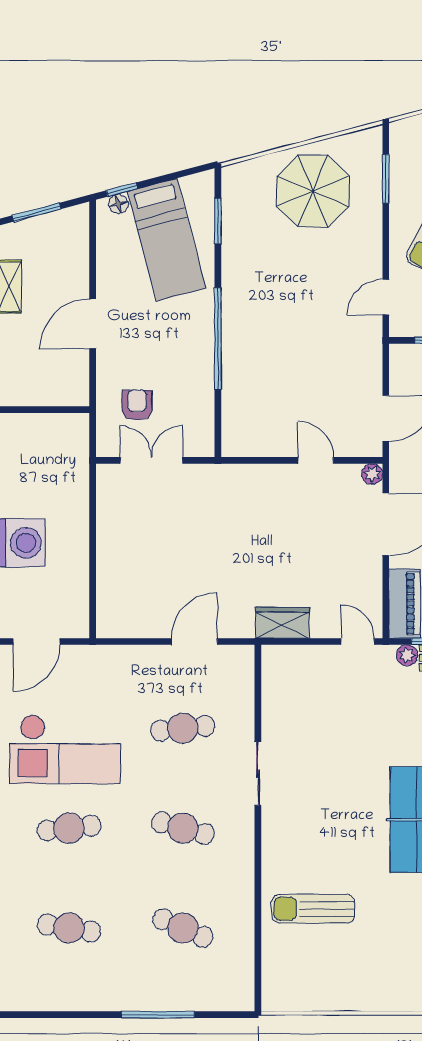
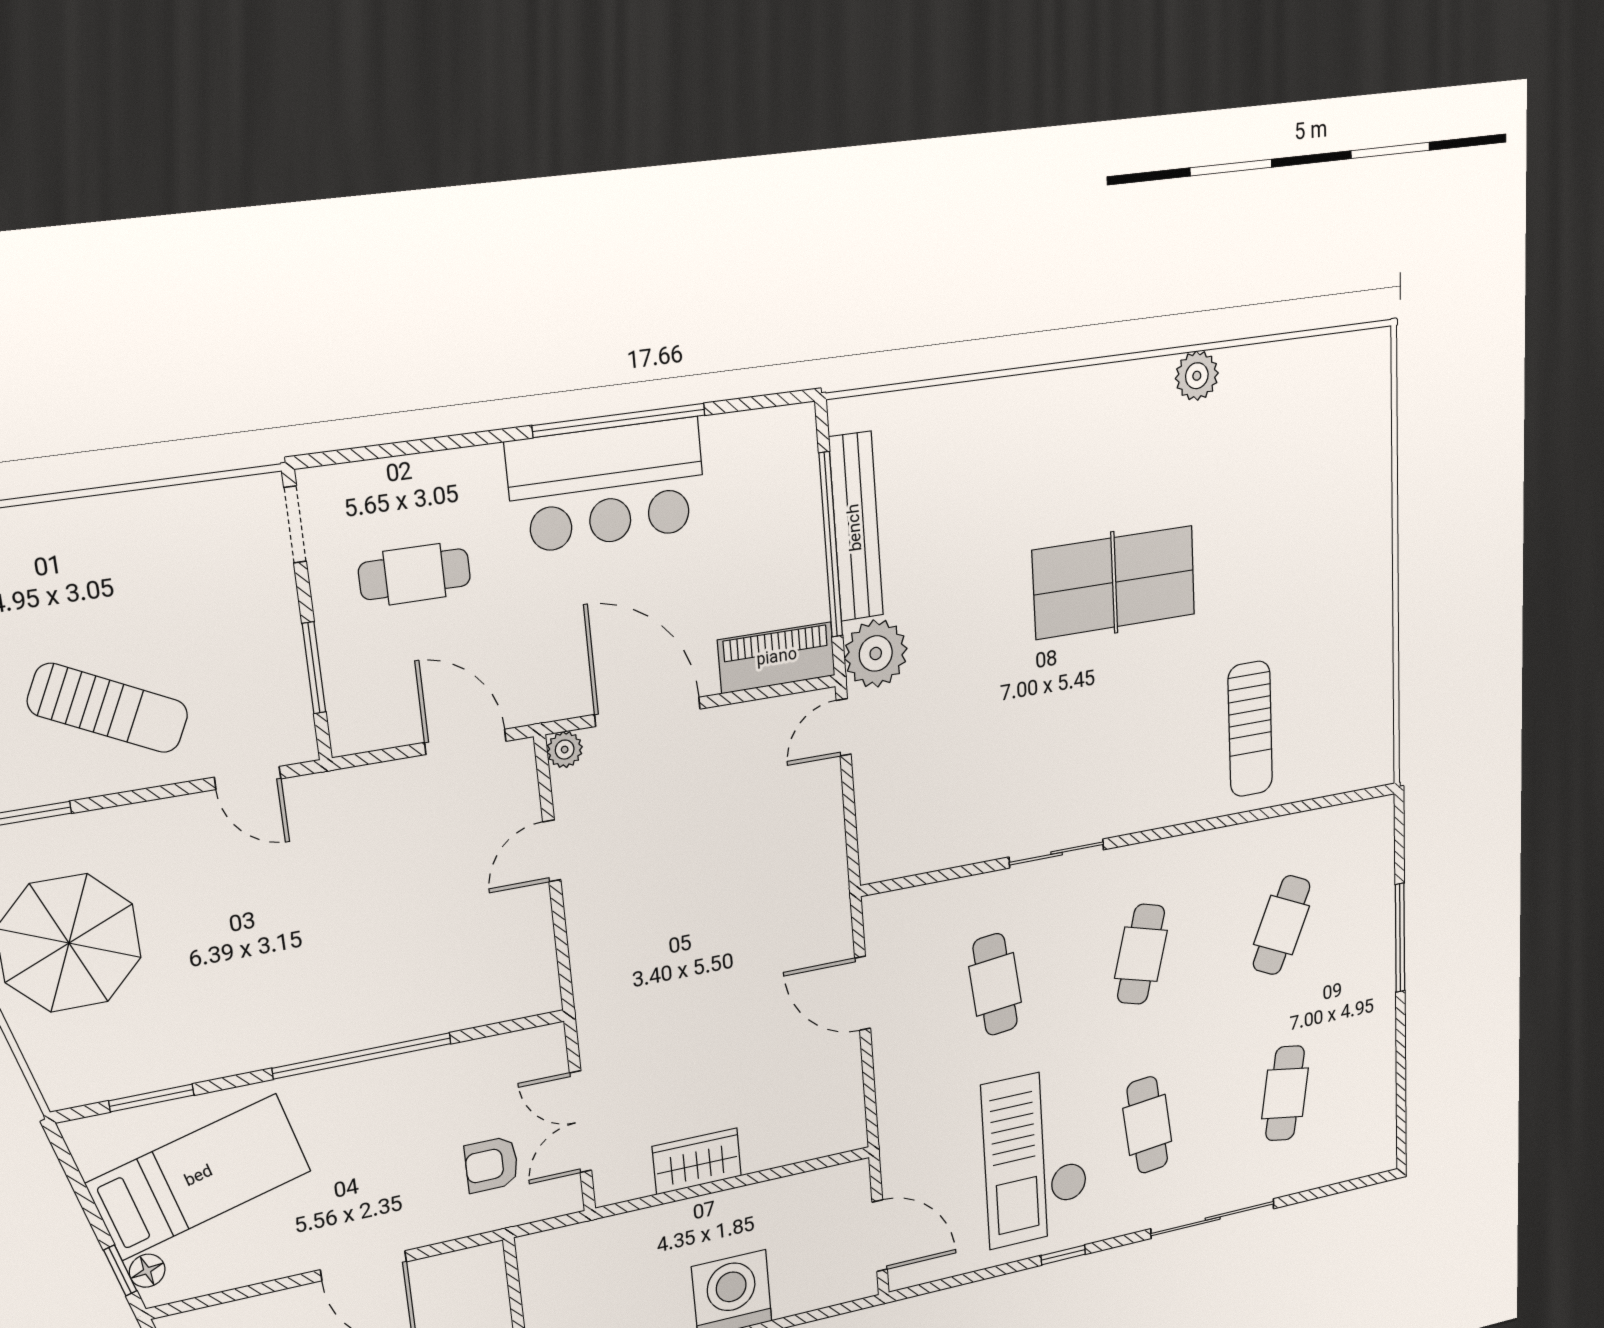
wardrobe: (282, 623) -> (697, 1161), moved, turned 90
plant: (407, 655) -> (876, 654), width x1.88, depth x1.88
checkout: (65, 749) -> (1035, 1157), turned 180

